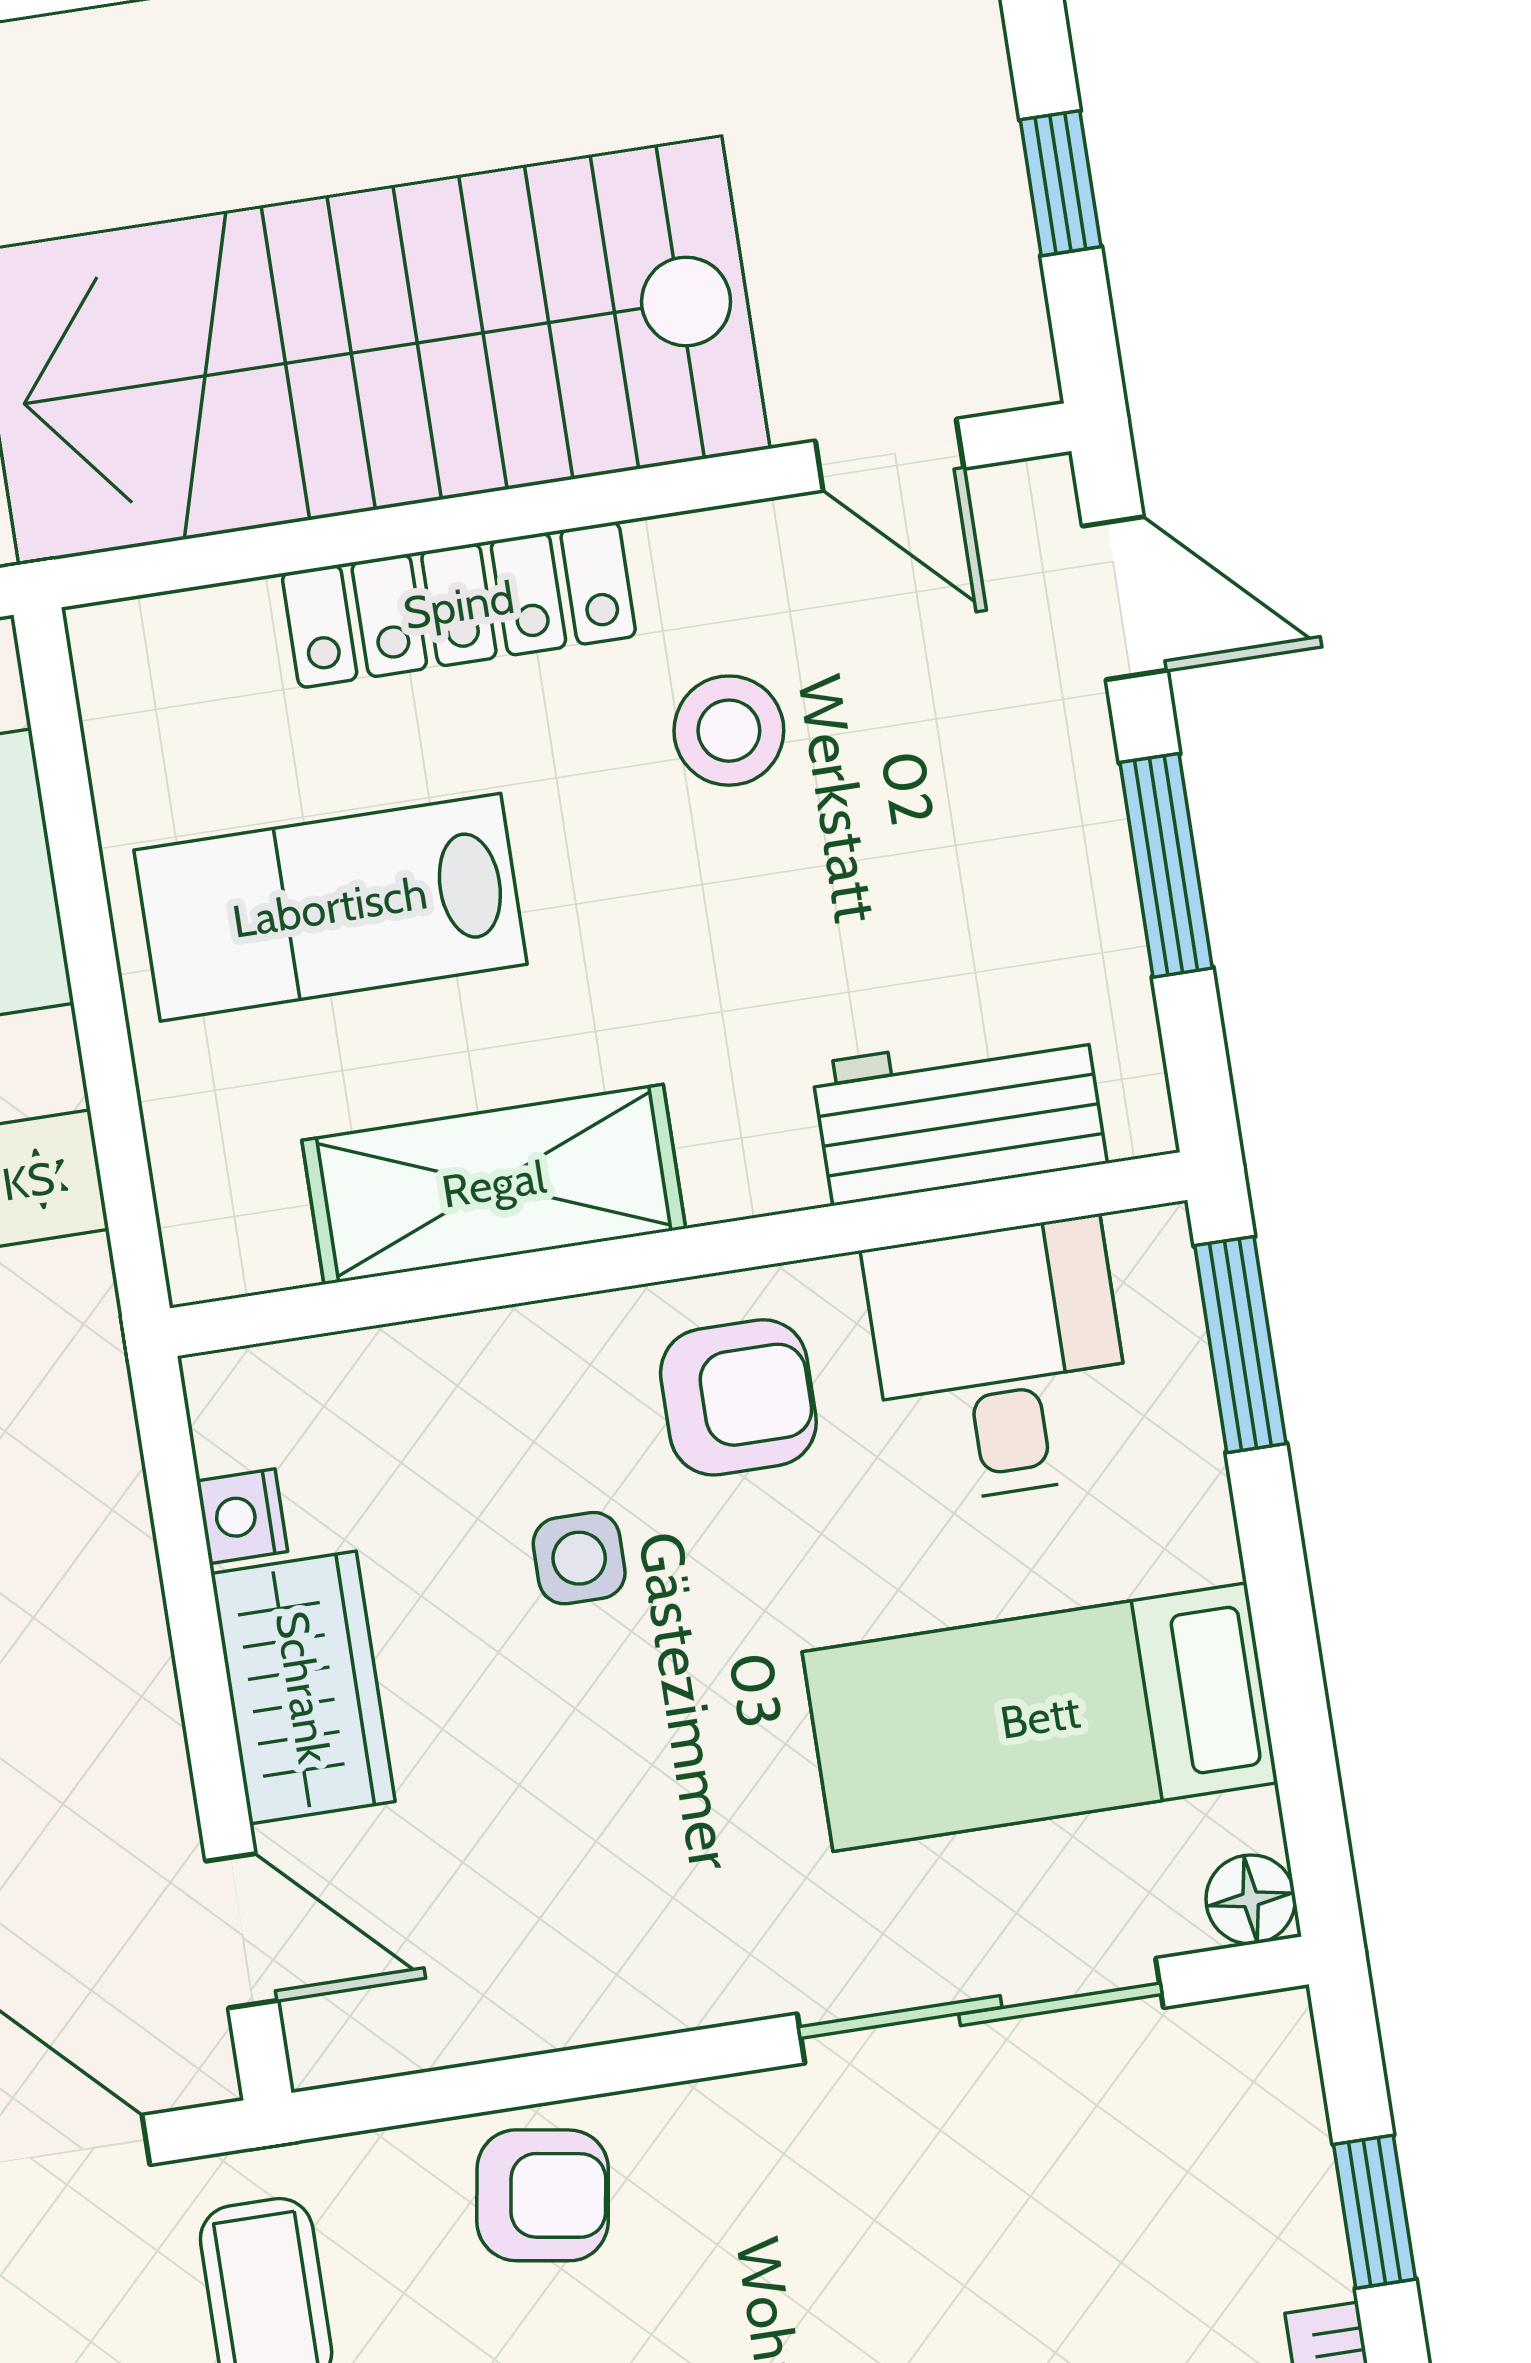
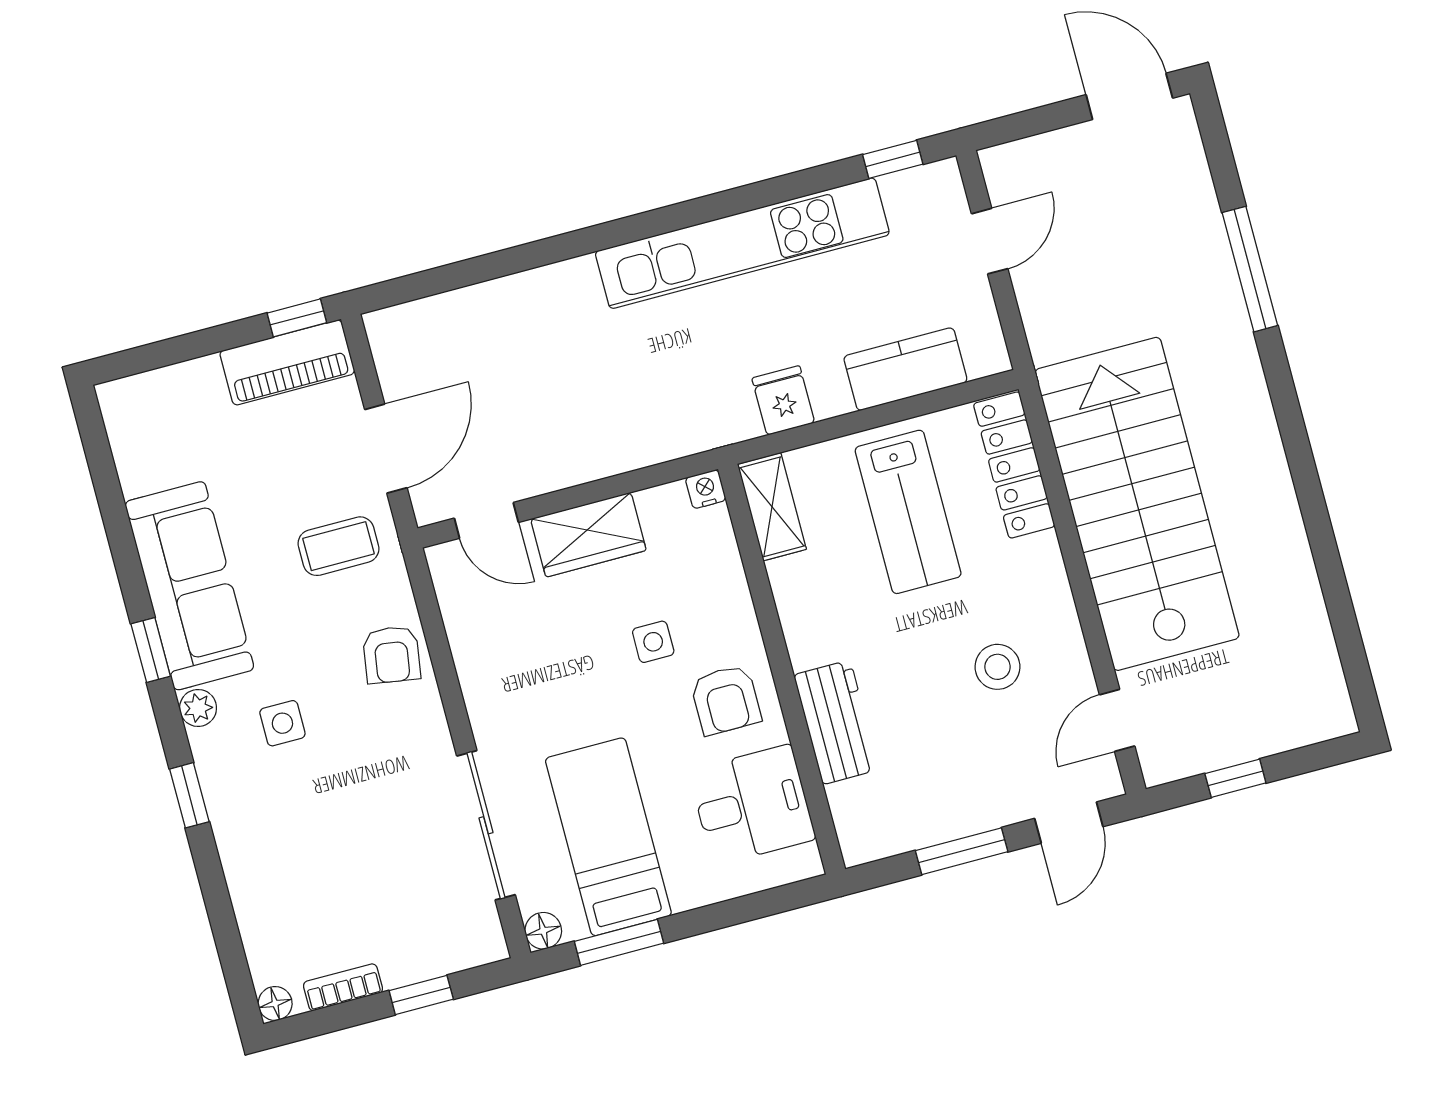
locker: (459, 605) -> (1014, 465), moved
lab bench: (330, 907) -> (908, 512), turned 180
workbench: (959, 1114) -> (836, 722), moved
shelving: (494, 1184) -> (772, 507), moved, width x0.67, depth x0.75
window: (1240, 1345) -> (619, 942), moved
nightstand: (242, 1516) -> (706, 489), moved
door: (242, 1931) -> (486, 520), hinge flipped

